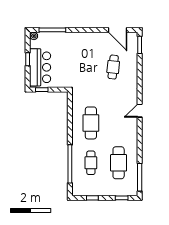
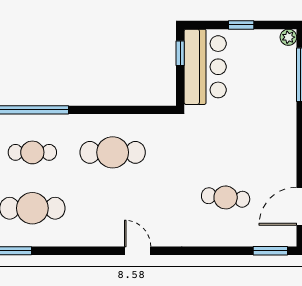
bar counter: (40, 67) -> (205, 67), moved, turned -90

